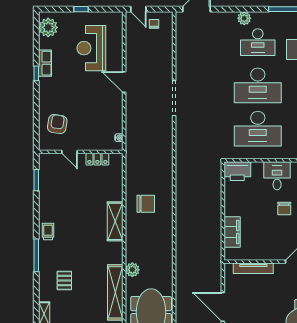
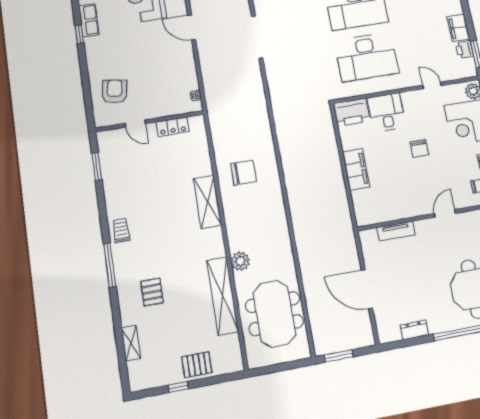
desk: (277, 176) -> (387, 112), moved
filing cabinet: (232, 232) -> (356, 169), moved
tv unit: (253, 268) -> (396, 231), width x0.71

